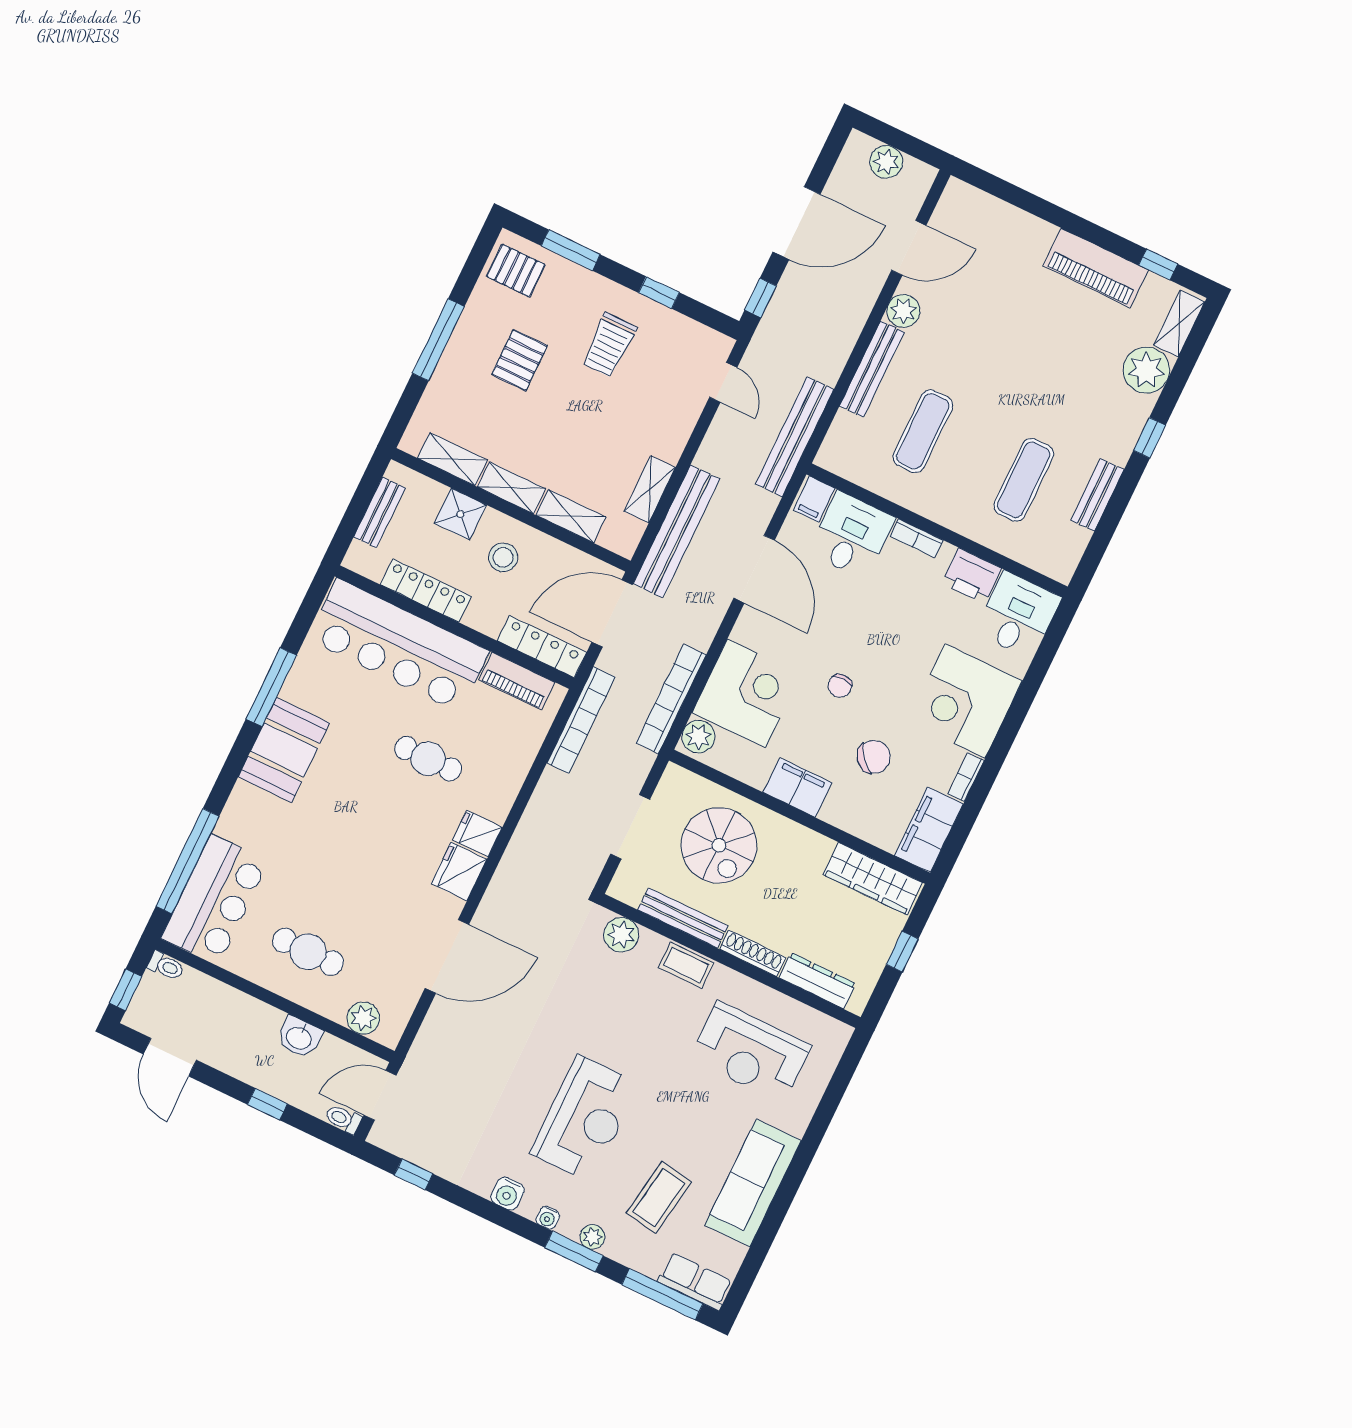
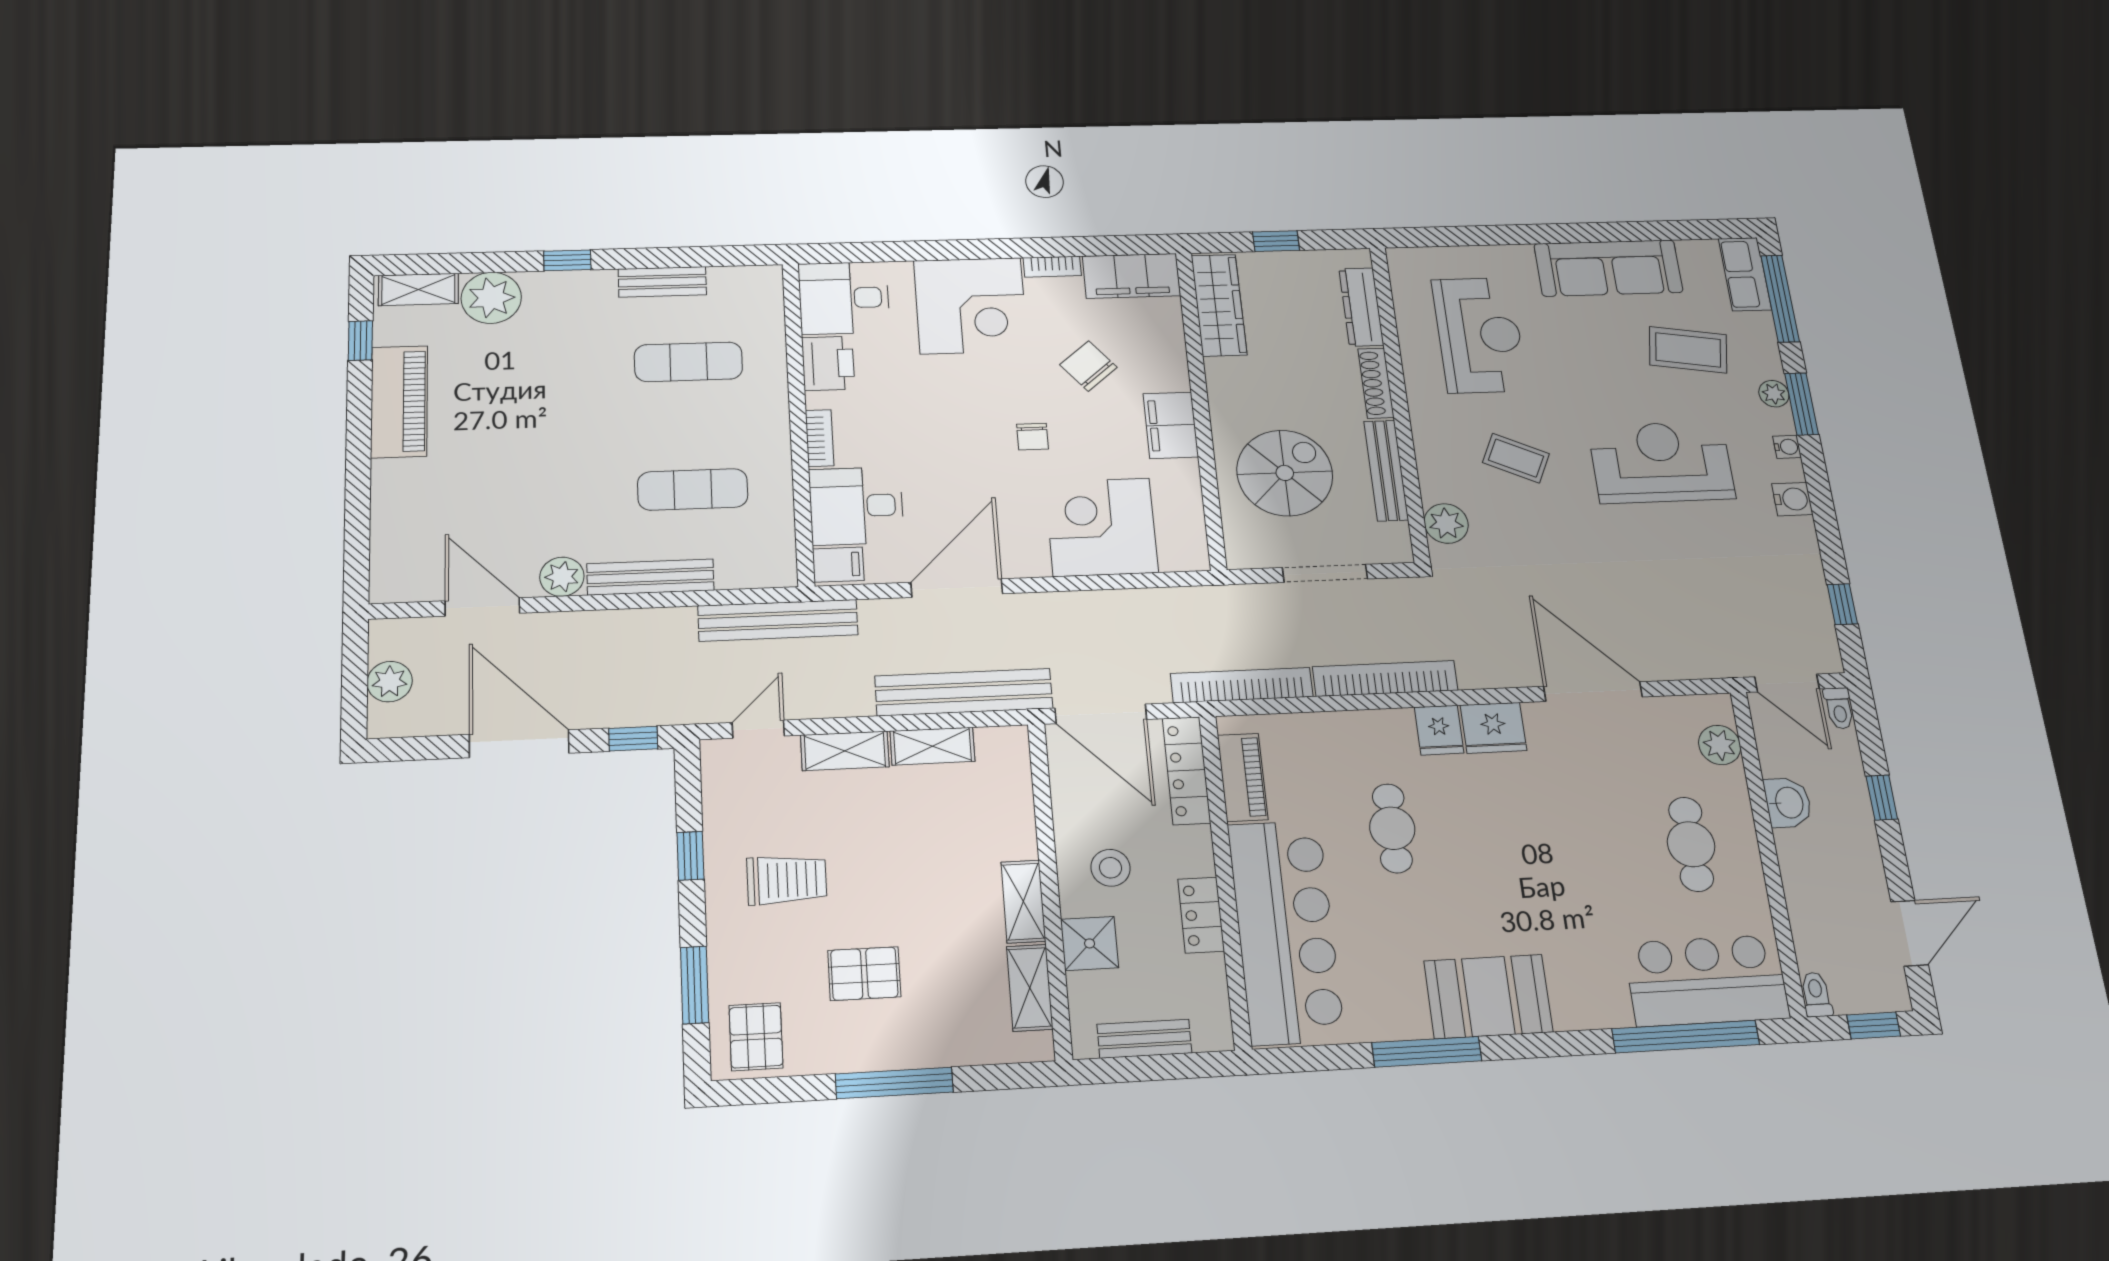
shelving: (571, 516) -> (845, 751), moved, turned 90
locker: (426, 591) -> (1201, 915), width x0.66
chair: (840, 686) -> (1032, 437), turned 90
bookcase: (671, 699) -> (1385, 678), moved, turned 180
plant: (698, 737) -> (1181, 553), removed
coffee table: (686, 965) -> (1516, 458), moved, turned -65

